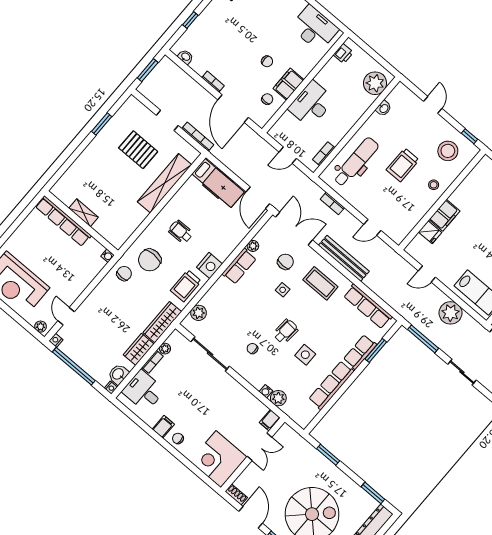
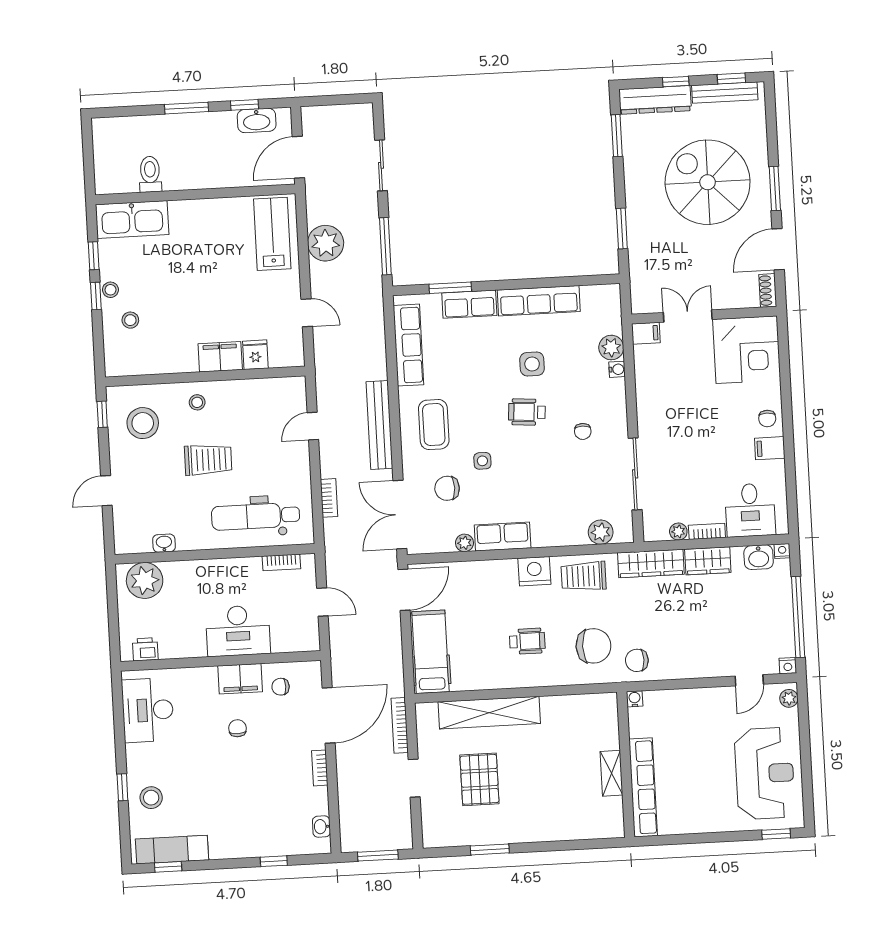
door: (372, 227) -> (313, 426), swing flipped
wheelchair: (181, 232) -> (527, 641), turned -90
trolley: (186, 286) -> (584, 576), turned 180

